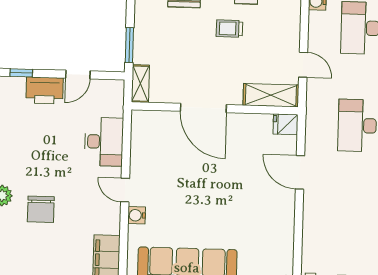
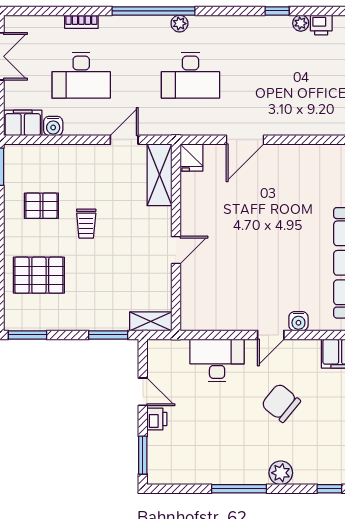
window: (21, 73) -> (143, 455), width x1.50
printer: (45, 90) -> (157, 419), width x0.53, depth x0.68
door: (203, 108) -> (176, 250), width x0.53
chair: (41, 209) -> (281, 403), moved, turned -141

